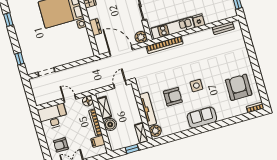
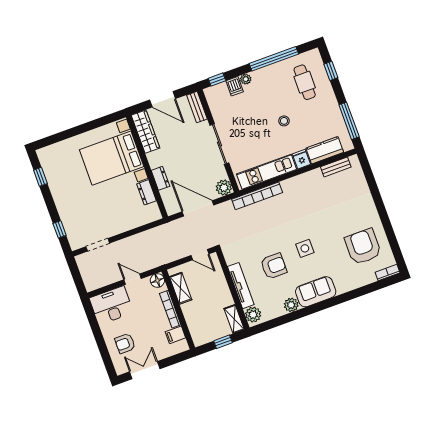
kitchen counter: (216, 15) -> (325, 150), added
dresser: (84, 36) -> (146, 192), added
door: (120, 85) -> (200, 255), swing flipped
boiler: (110, 124) -> (191, 310), removed
plant: (183, 126) -> (291, 305), added

